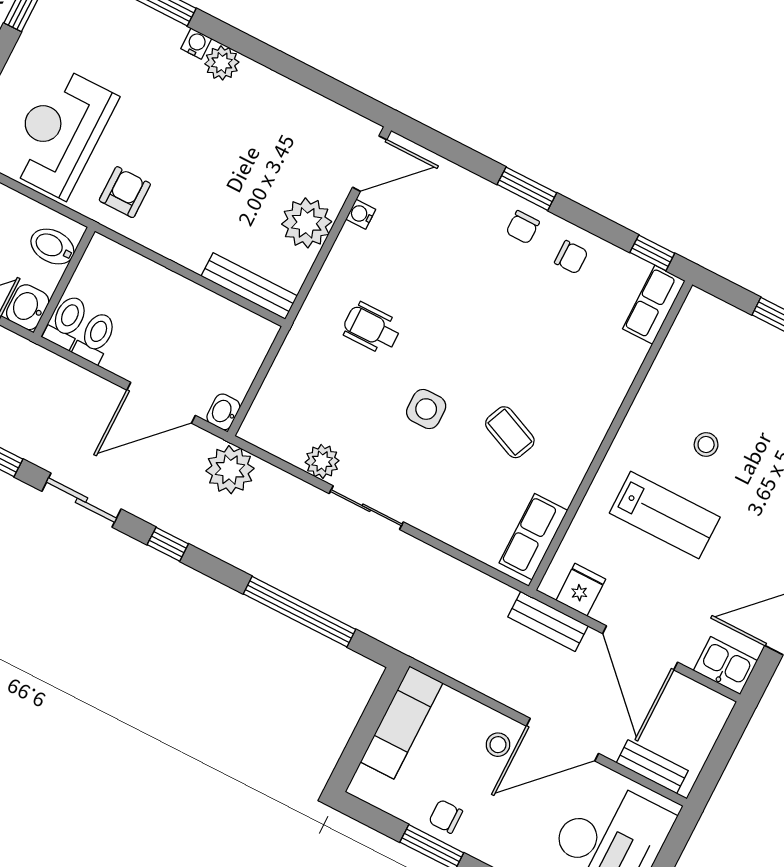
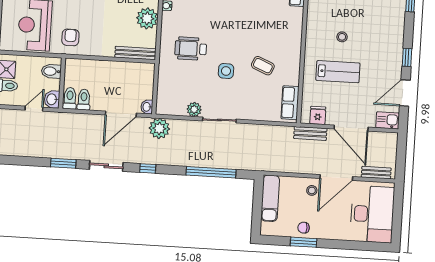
wheelchair: (372, 328) -> (191, 49), width x1.36, depth x1.37

